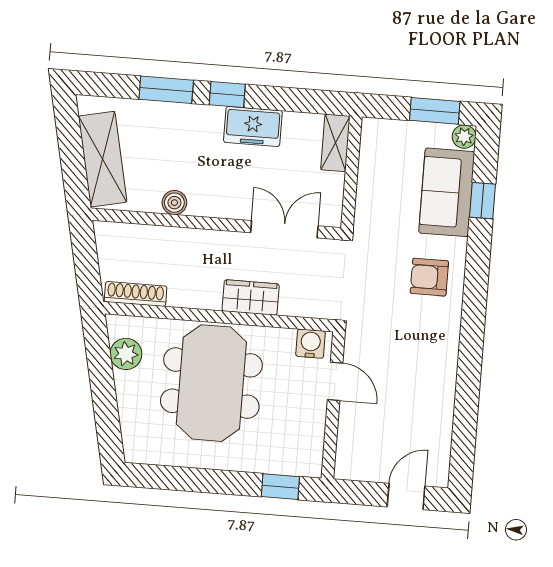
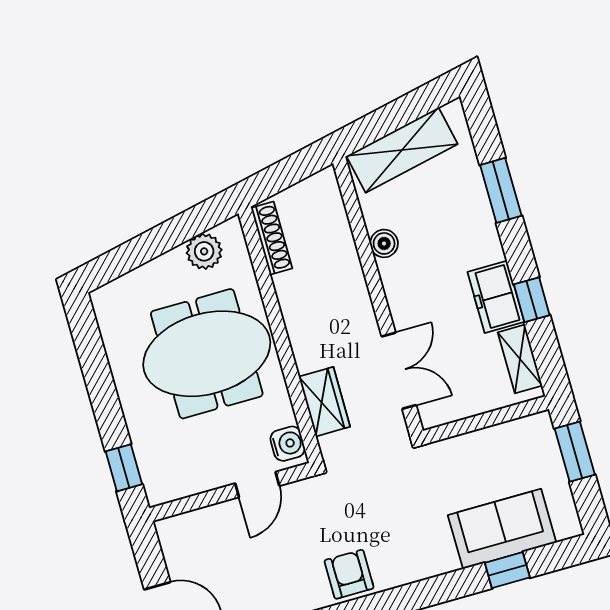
window: (227, 95) -> (532, 300), moved
window: (435, 111) -> (575, 452), moved
plant: (464, 137) -> (568, 525), removed
shelving: (335, 143) -> (520, 359), moved, turned 90
armchair: (429, 277) -> (349, 574), moved
wardrobe: (251, 298) -> (324, 402), moved

